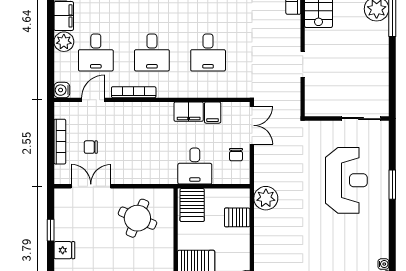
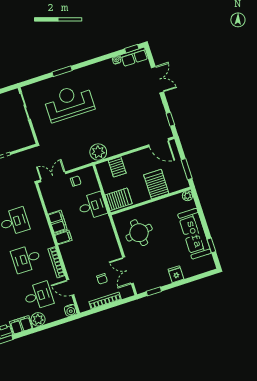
desk: (152, 53) -> (26, 259), turned 180
filing cabinet: (213, 113) -> (63, 237), moved
round table: (137, 218) -> (139, 233), turned -32
window: (51, 230) -> (154, 291), moved

